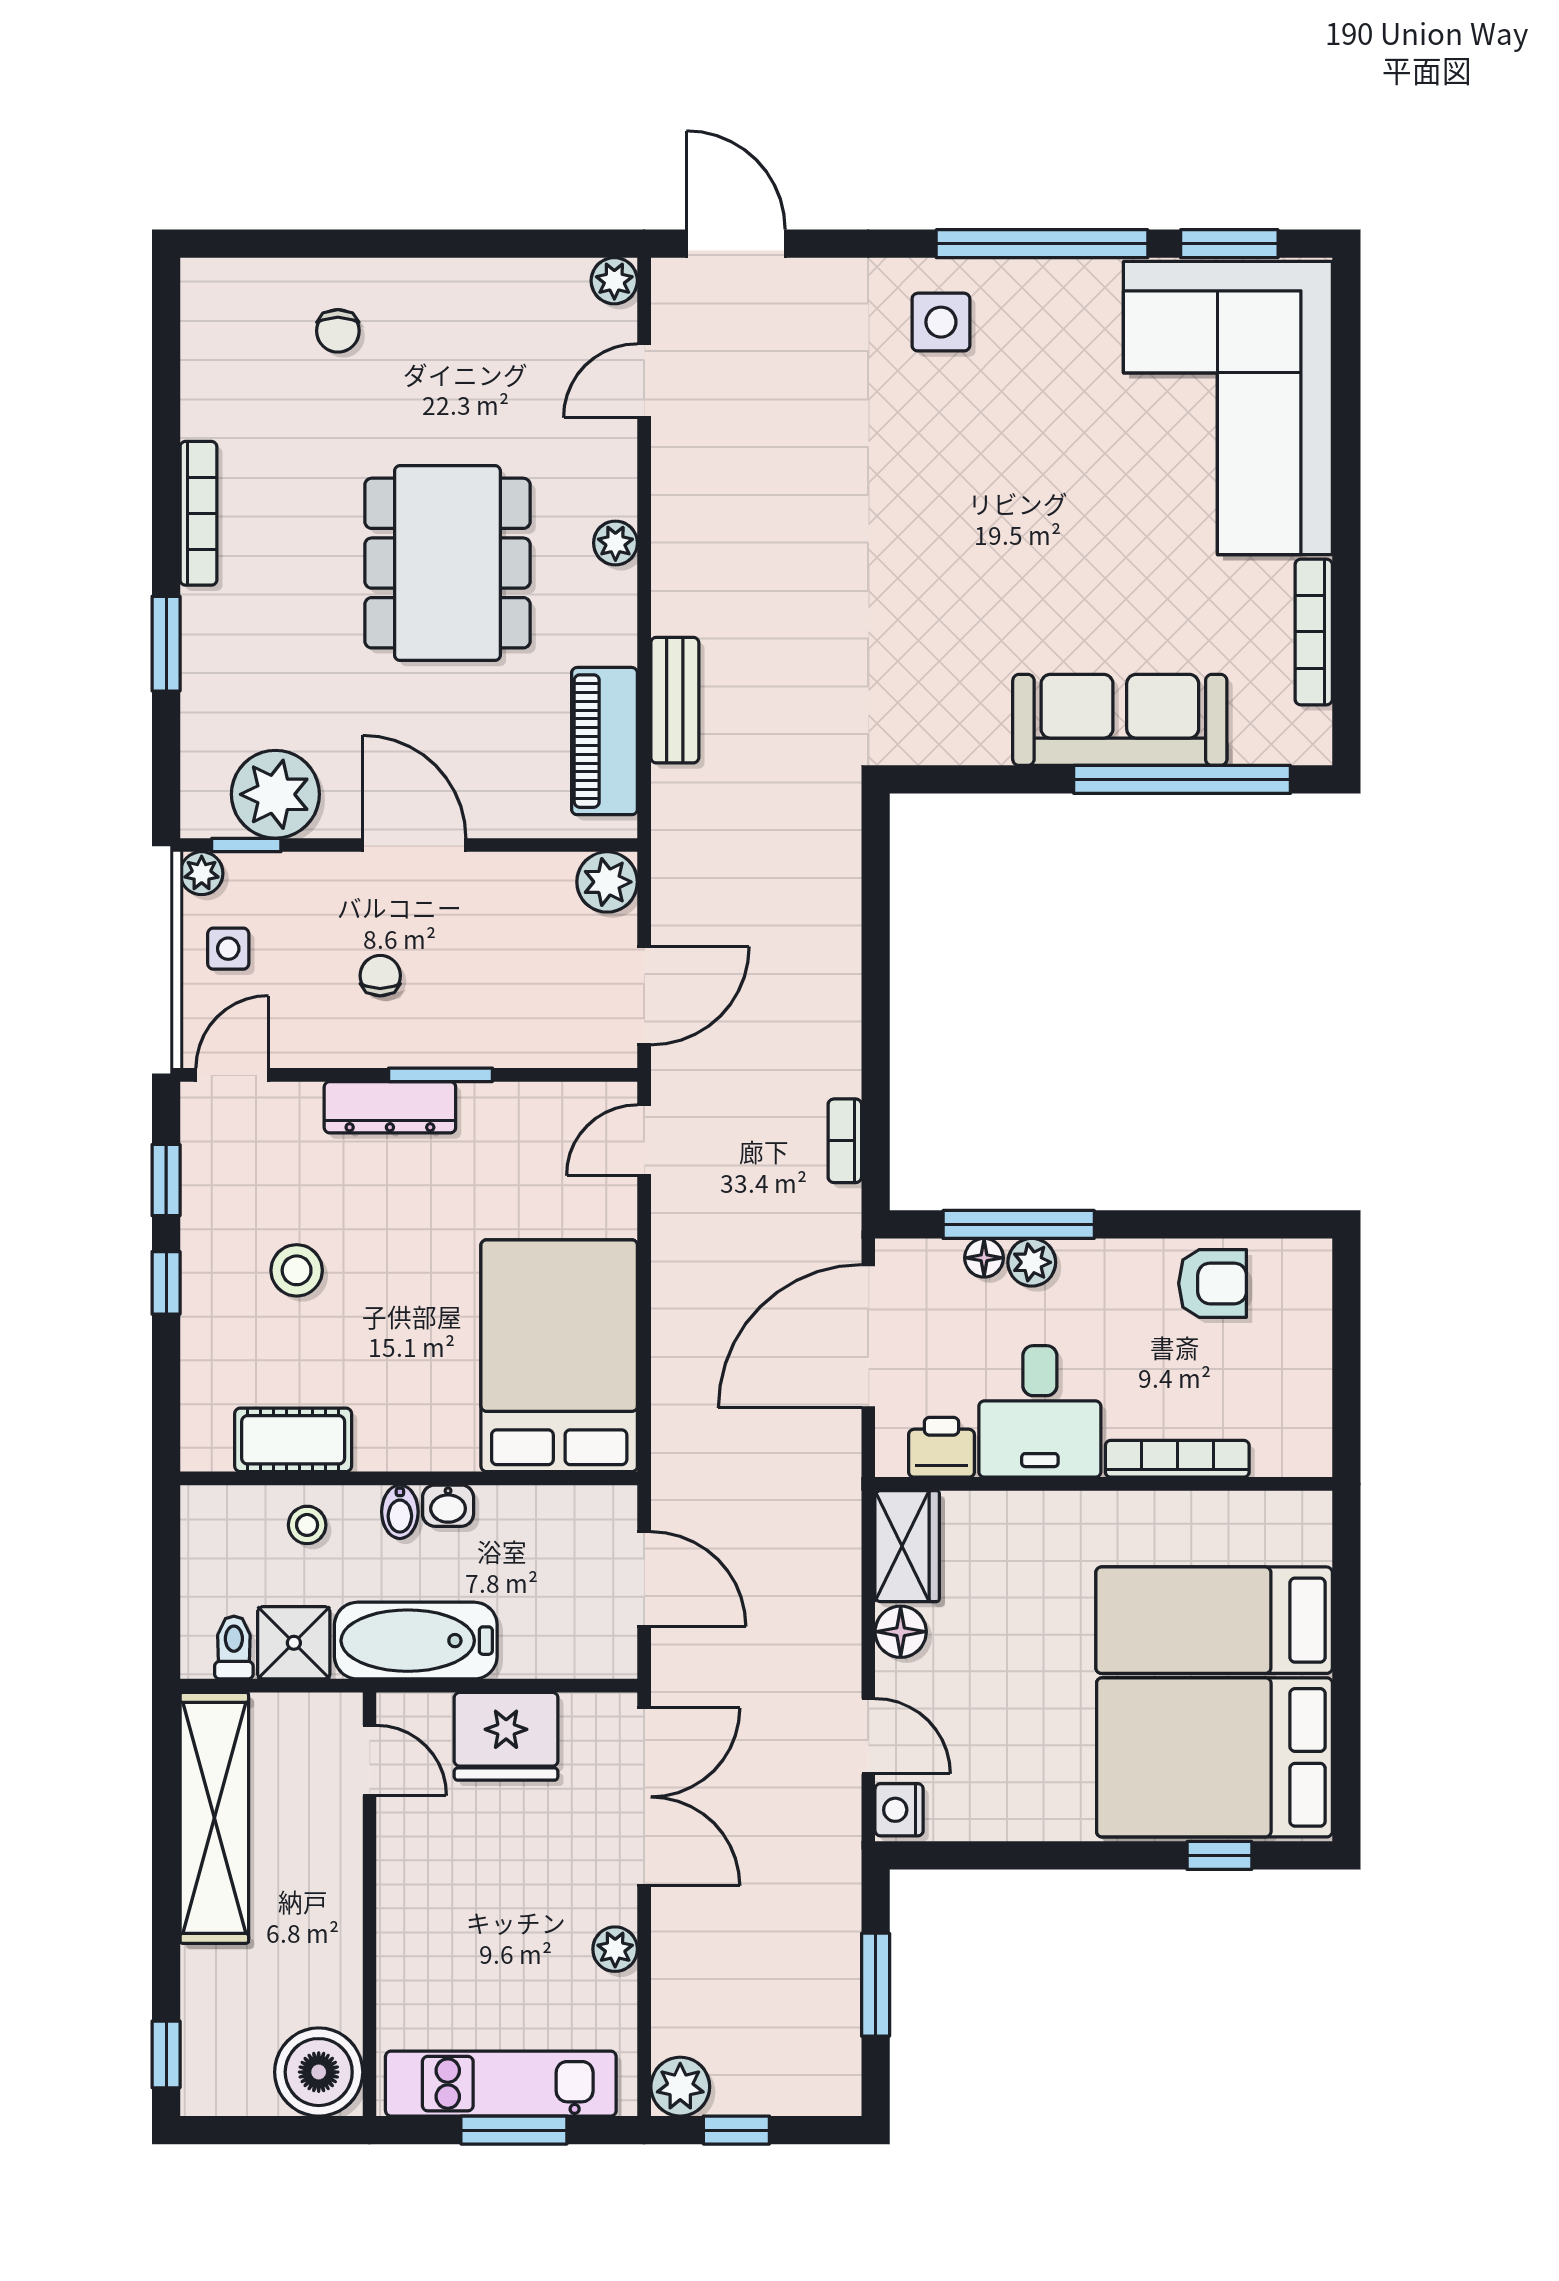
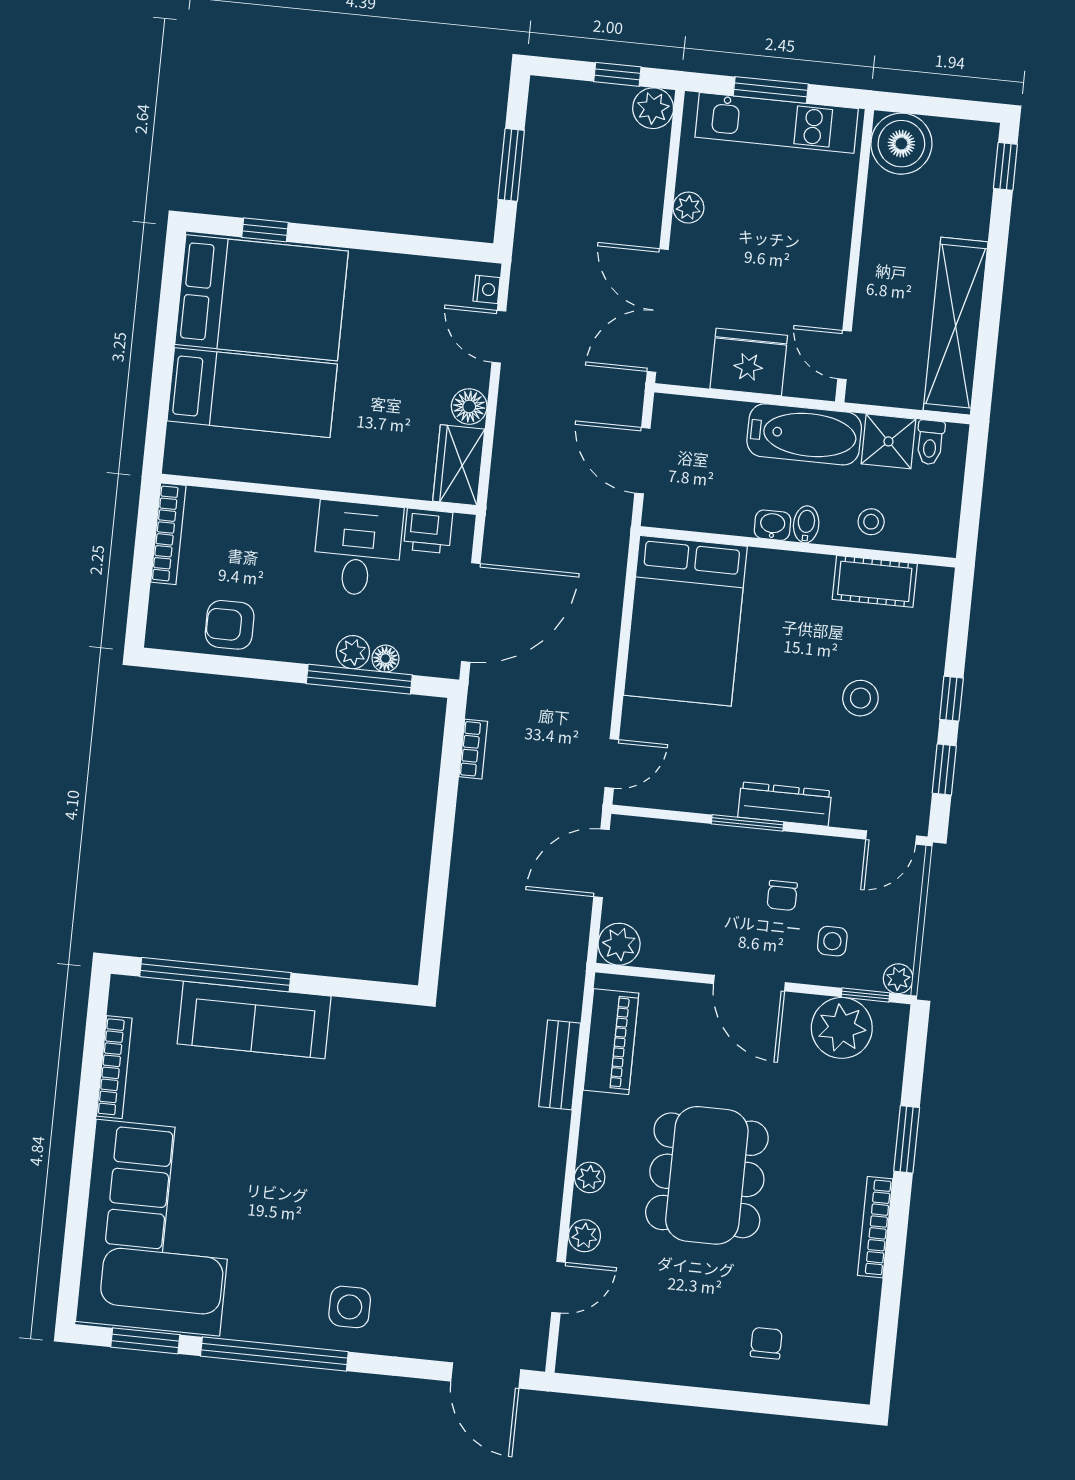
plant: (614, 281) -> (585, 1236), moved
side table: (228, 949) -> (832, 941), moved
bookcase: (1177, 1459) -> (168, 534), moved, turned -90
nightstand: (899, 1810) -> (487, 289), width x0.72, depth x0.74

